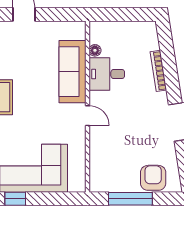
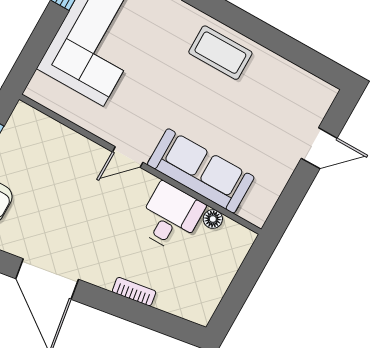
bookcase: (158, 71) -> (134, 292), width x0.64

